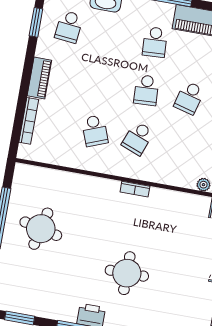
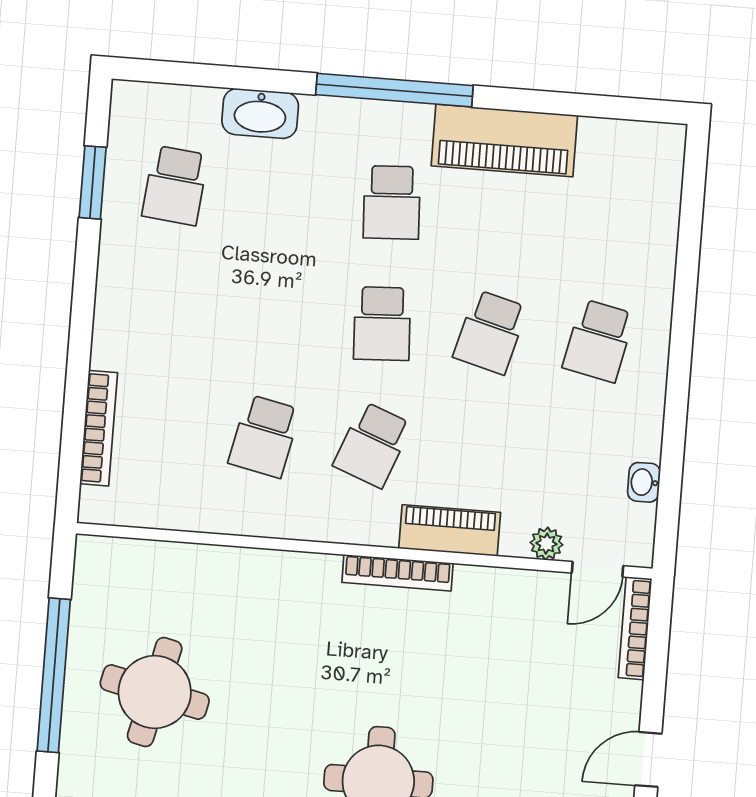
piano: (39, 78) -> (450, 530), moved, turned -90
school desk: (95, 131) -> (264, 436), turned 33
bookcase: (135, 189) -> (398, 573), width x1.56

